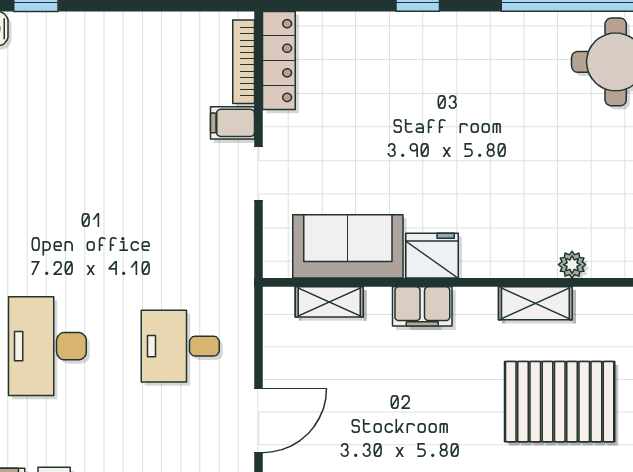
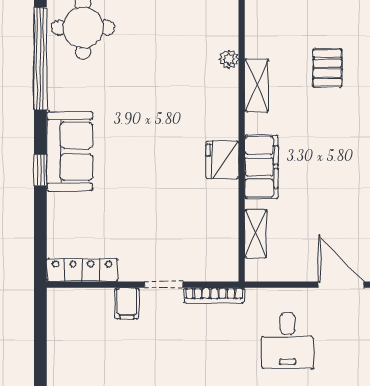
bookcase: (244, 62) -> (214, 295), moved
sofa: (348, 246) -> (70, 151), moved, turned 180
filing cabinet: (422, 306) -> (261, 167), width x1.50, depth x1.17
pallet: (560, 402) -> (327, 68), width x0.49, depth x0.50

